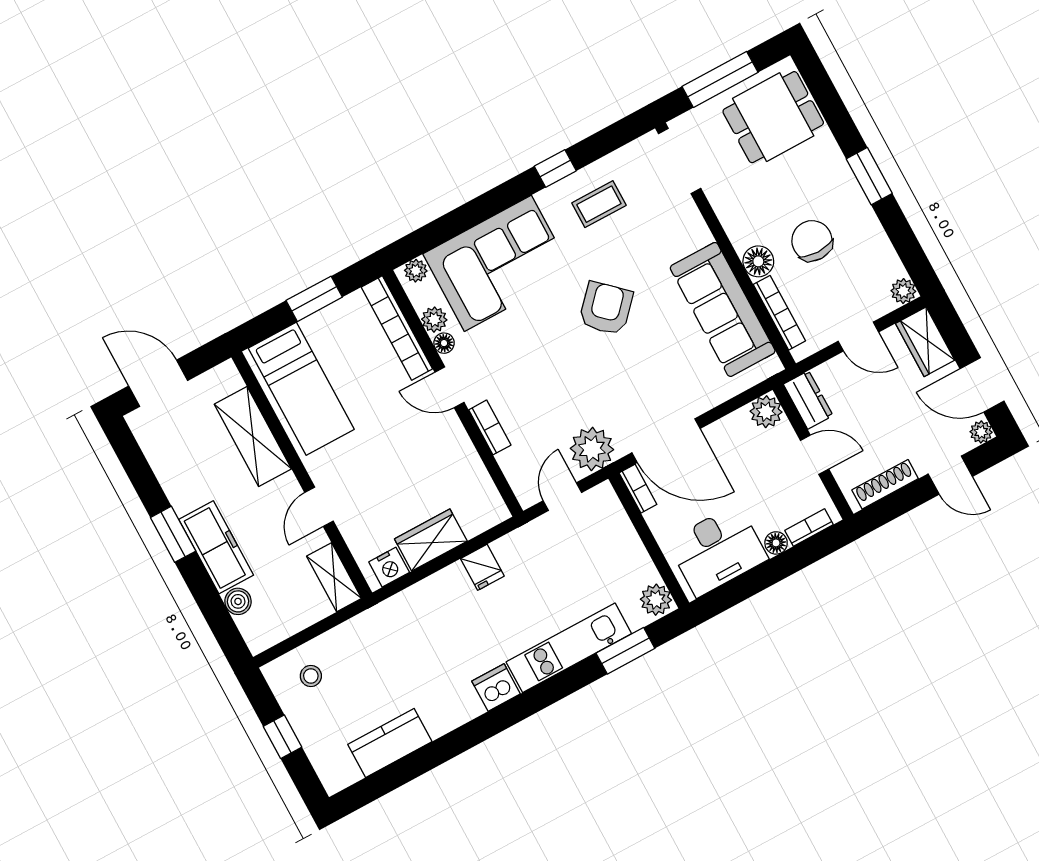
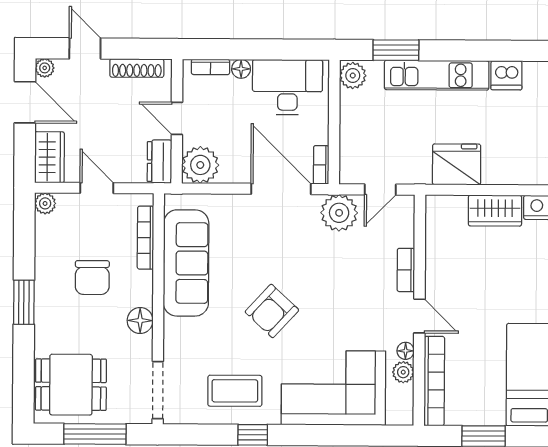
coffee table: (599, 204) -> (235, 391), width x1.36, depth x1.30
floor lamp: (758, 261) -> (140, 321), moved
plant: (416, 271) -> (397, 416), removed
plant: (766, 412) -> (200, 165), width x1.36, depth x1.36
fridge: (482, 567) -> (457, 164), width x1.88, depth x1.34

